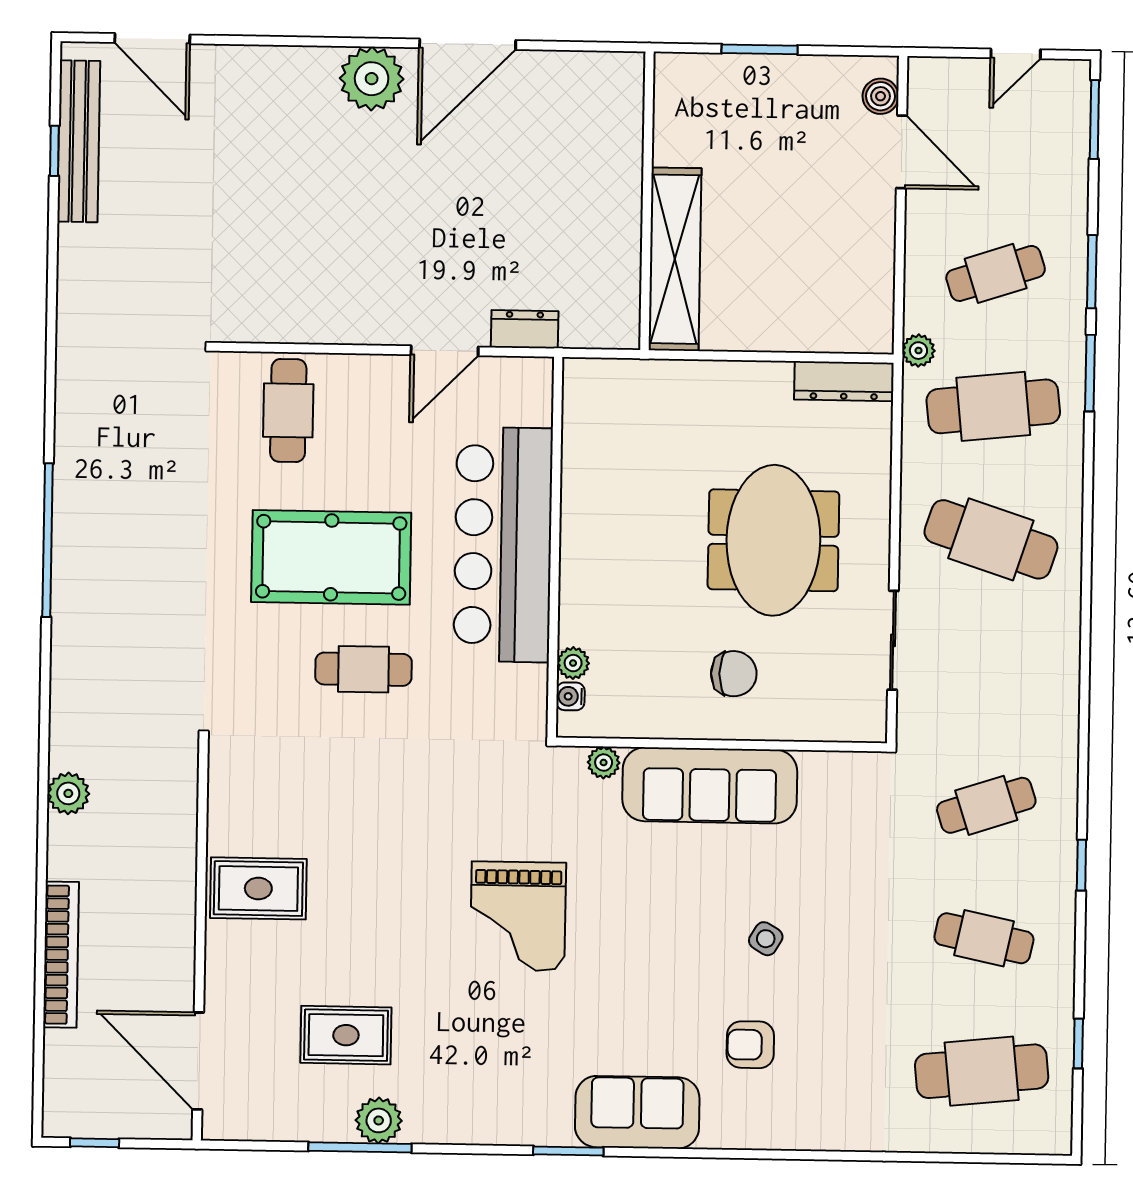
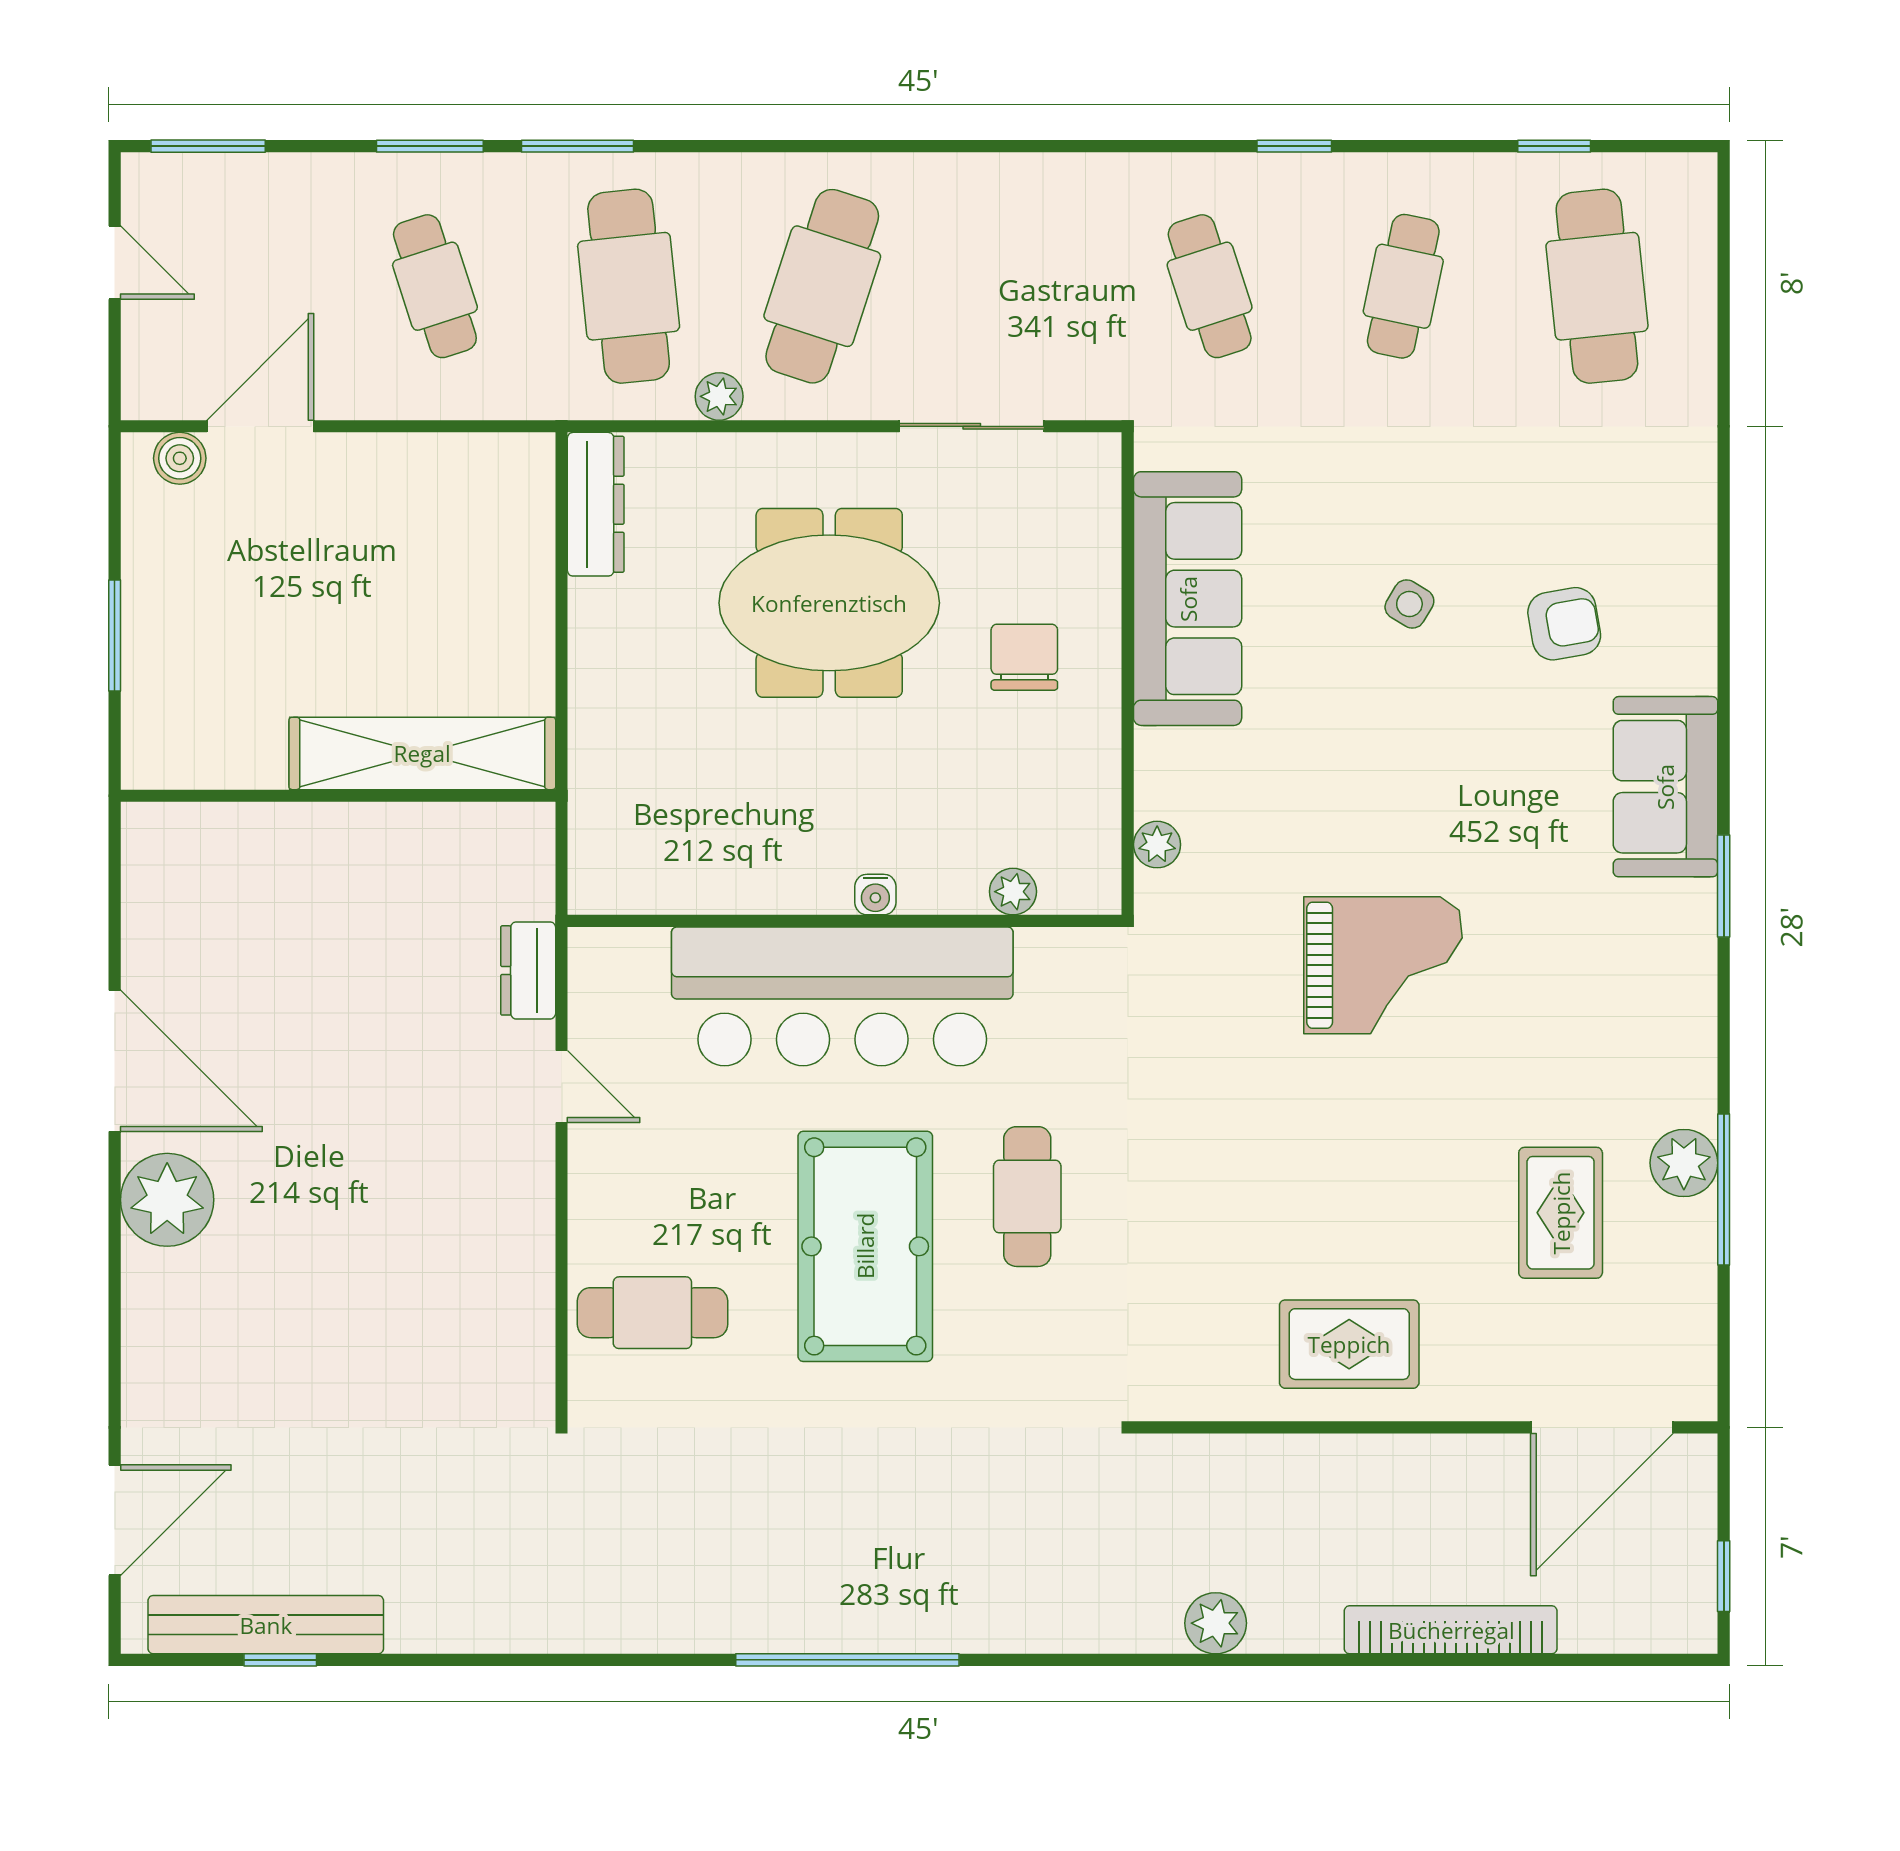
door: (445, 351) -> (562, 1087), width x0.73
plant: (918, 351) -> (719, 396), moved
water cooler: (570, 696) -> (875, 895), moved
sofa: (710, 785) -> (1188, 599), moved
rug: (258, 888) -> (1349, 1344), turned 90
armchair: (750, 1045) -> (1564, 624), turned -100

